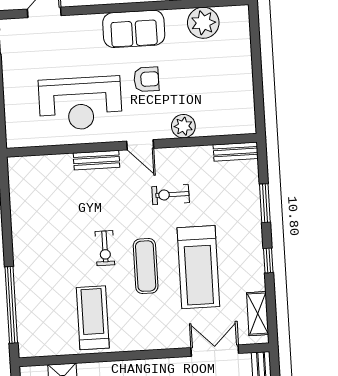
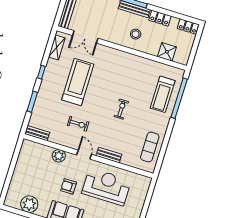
exercise mat: (146, 266) -> (150, 147), moved
treadmill: (93, 318) -> (163, 94), moved

